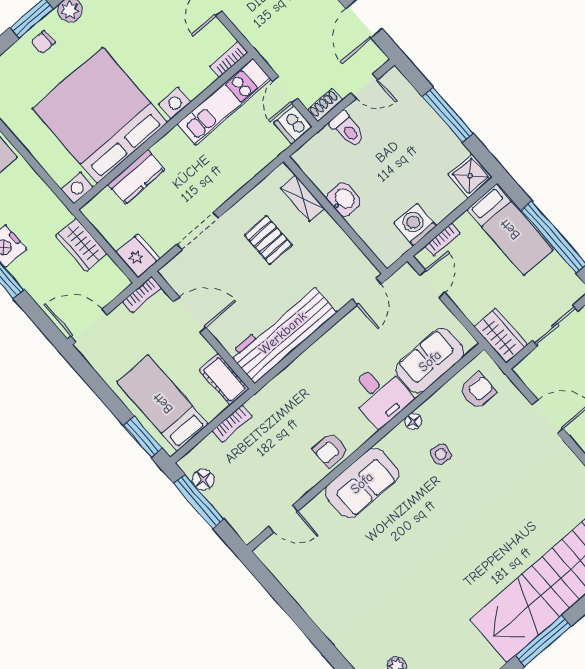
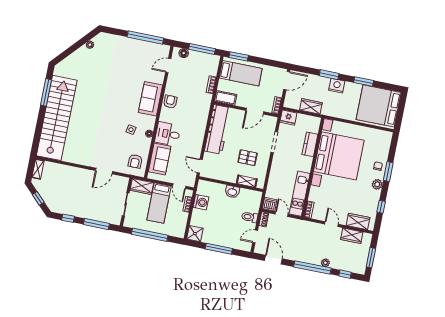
bed: (510, 229) -> (159, 203), moved, turned -90
floor lamp: (203, 480) -> (184, 53), moved
window: (286, 601) -> (145, 38), added

